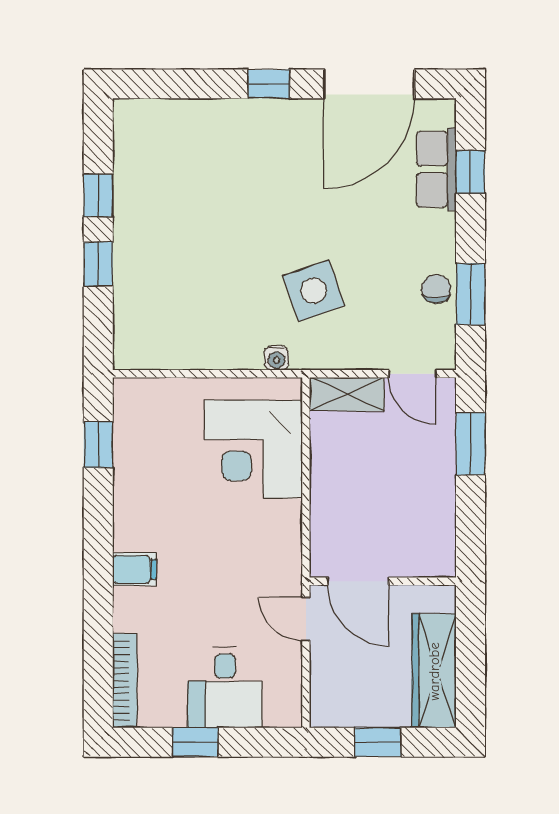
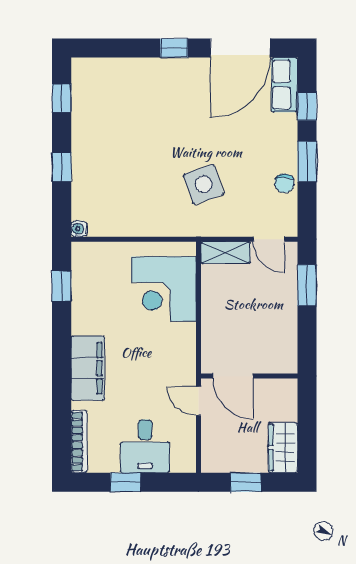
row of seats: (436, 169) -> (284, 85), moved
window: (98, 196) -> (62, 98), moved
chair: (436, 289) -> (284, 183), turned 180
window: (470, 294) -> (307, 162), moved
water cooler: (276, 358) -> (79, 229), moved, turned 90
filing cabinet: (134, 569) -> (88, 368), width x3.00, depth x1.17
wardrobe: (434, 671) -> (283, 448), width x0.67

